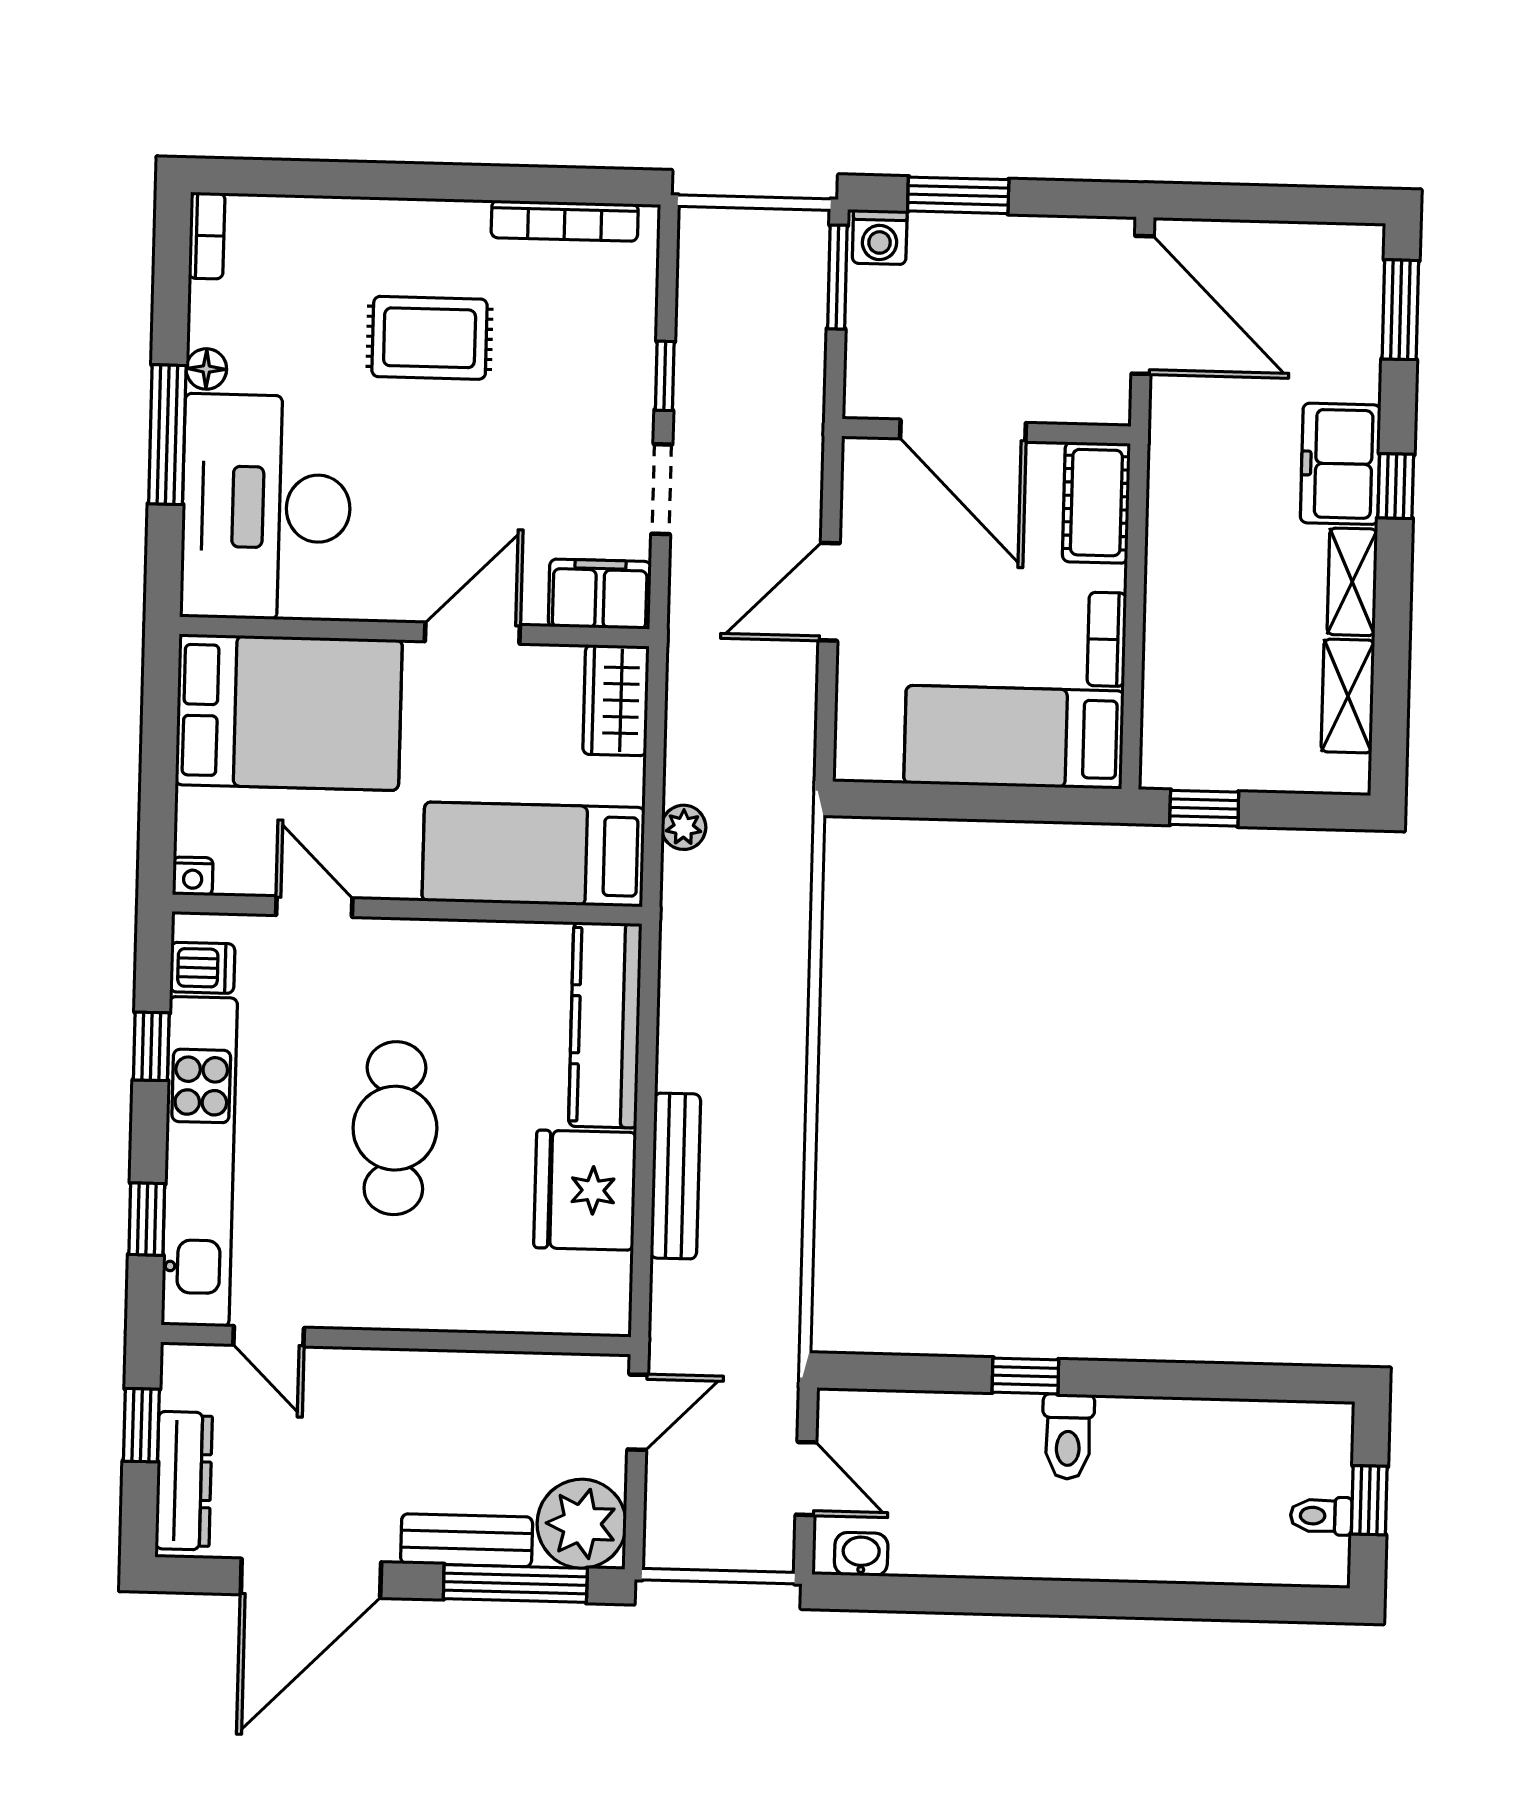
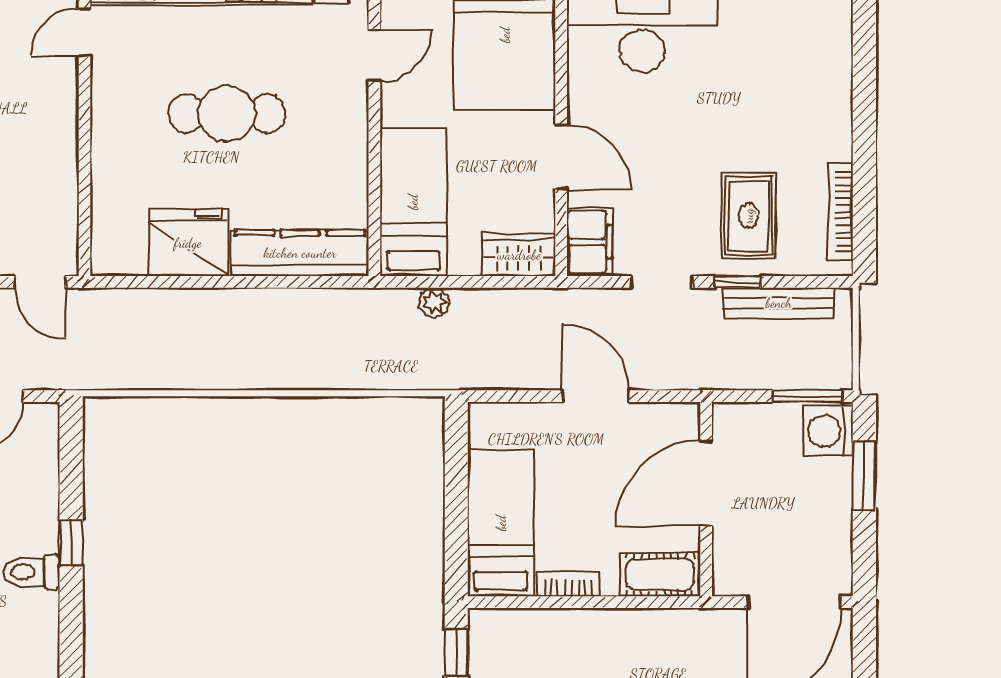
washing machine: (880, 237) -> (828, 431), width x1.38, depth x1.38
rug: (430, 338) -> (748, 216), moved
bench: (675, 1176) -> (779, 303), moved

